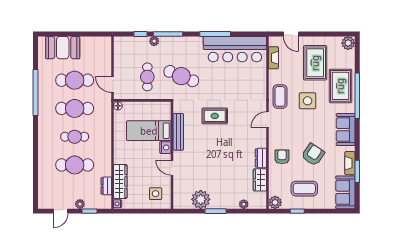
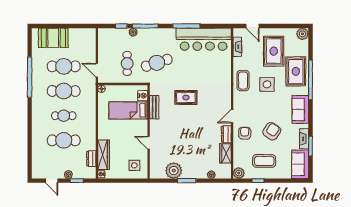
cafe table: (181, 76) -> (157, 63), turned -40
door: (268, 120) -> (232, 116), moved
bench: (178, 132) -> (154, 107), width x0.73
nightstand: (165, 148) -> (143, 96), moved
door: (61, 211) -> (52, 181), hinge flipped

